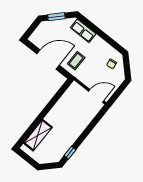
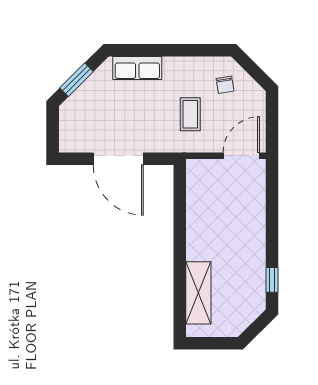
door: (48, 60) -> (118, 159), swing flipped
coffee table: (76, 61) -> (190, 114), moved

